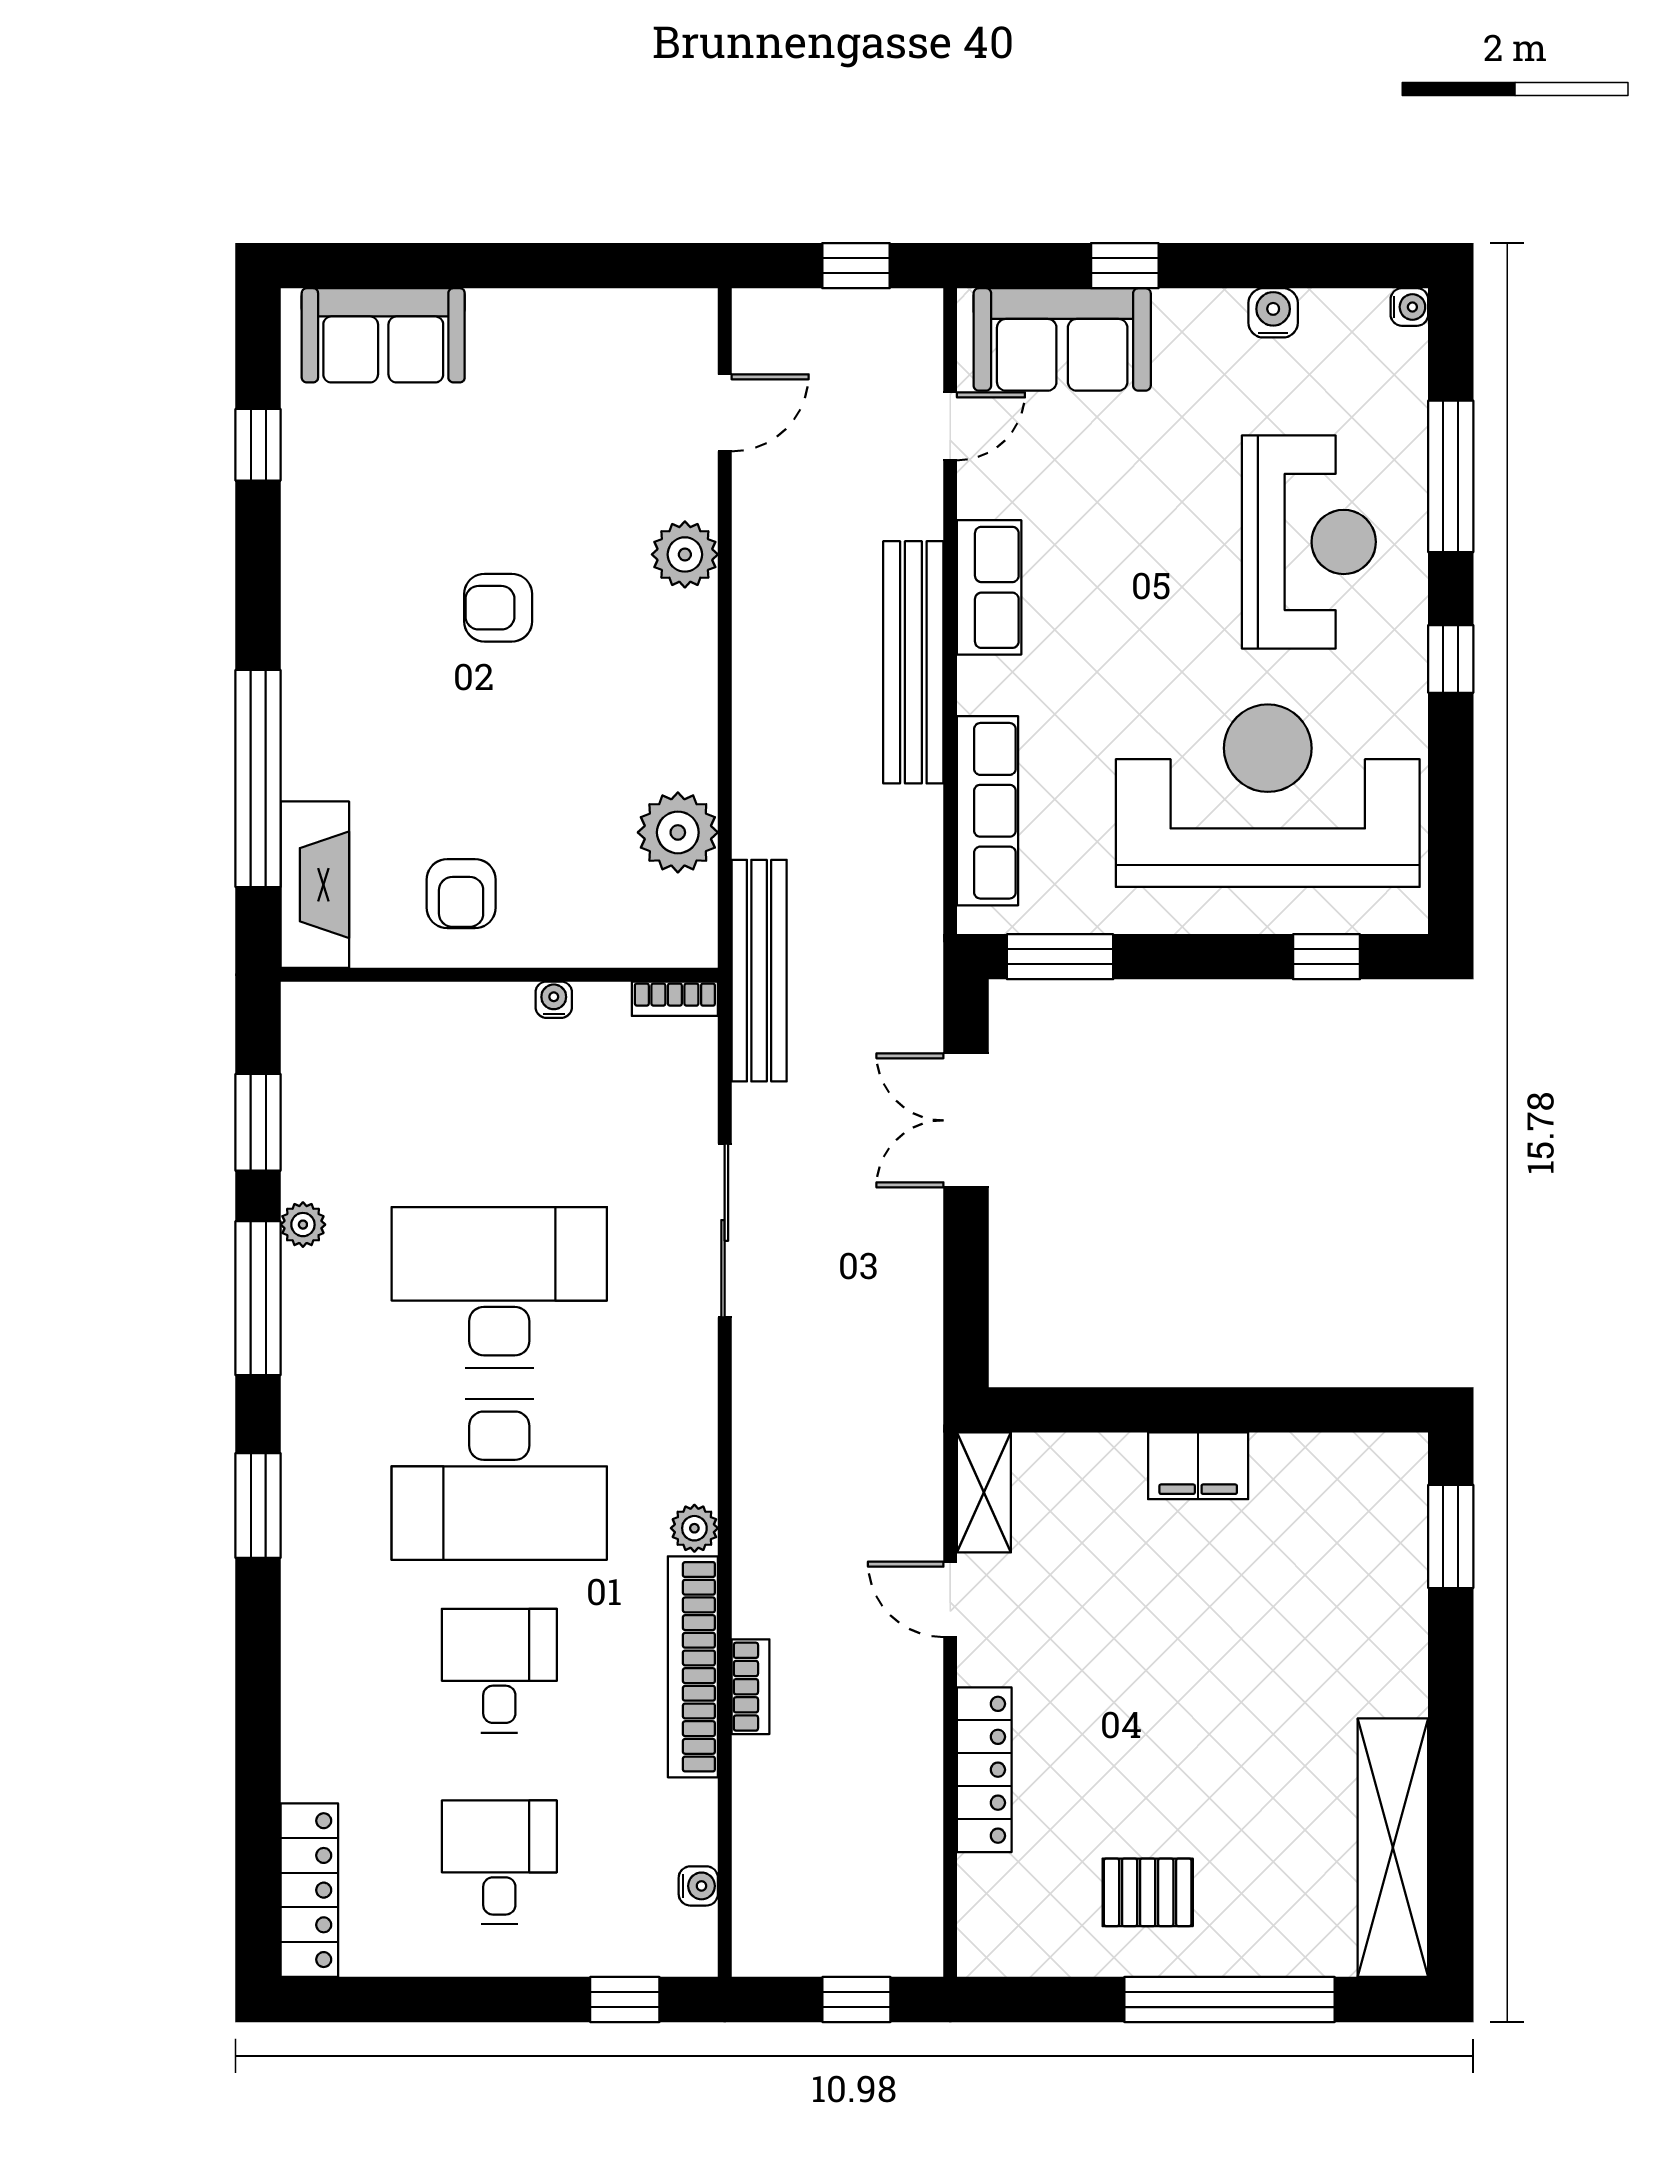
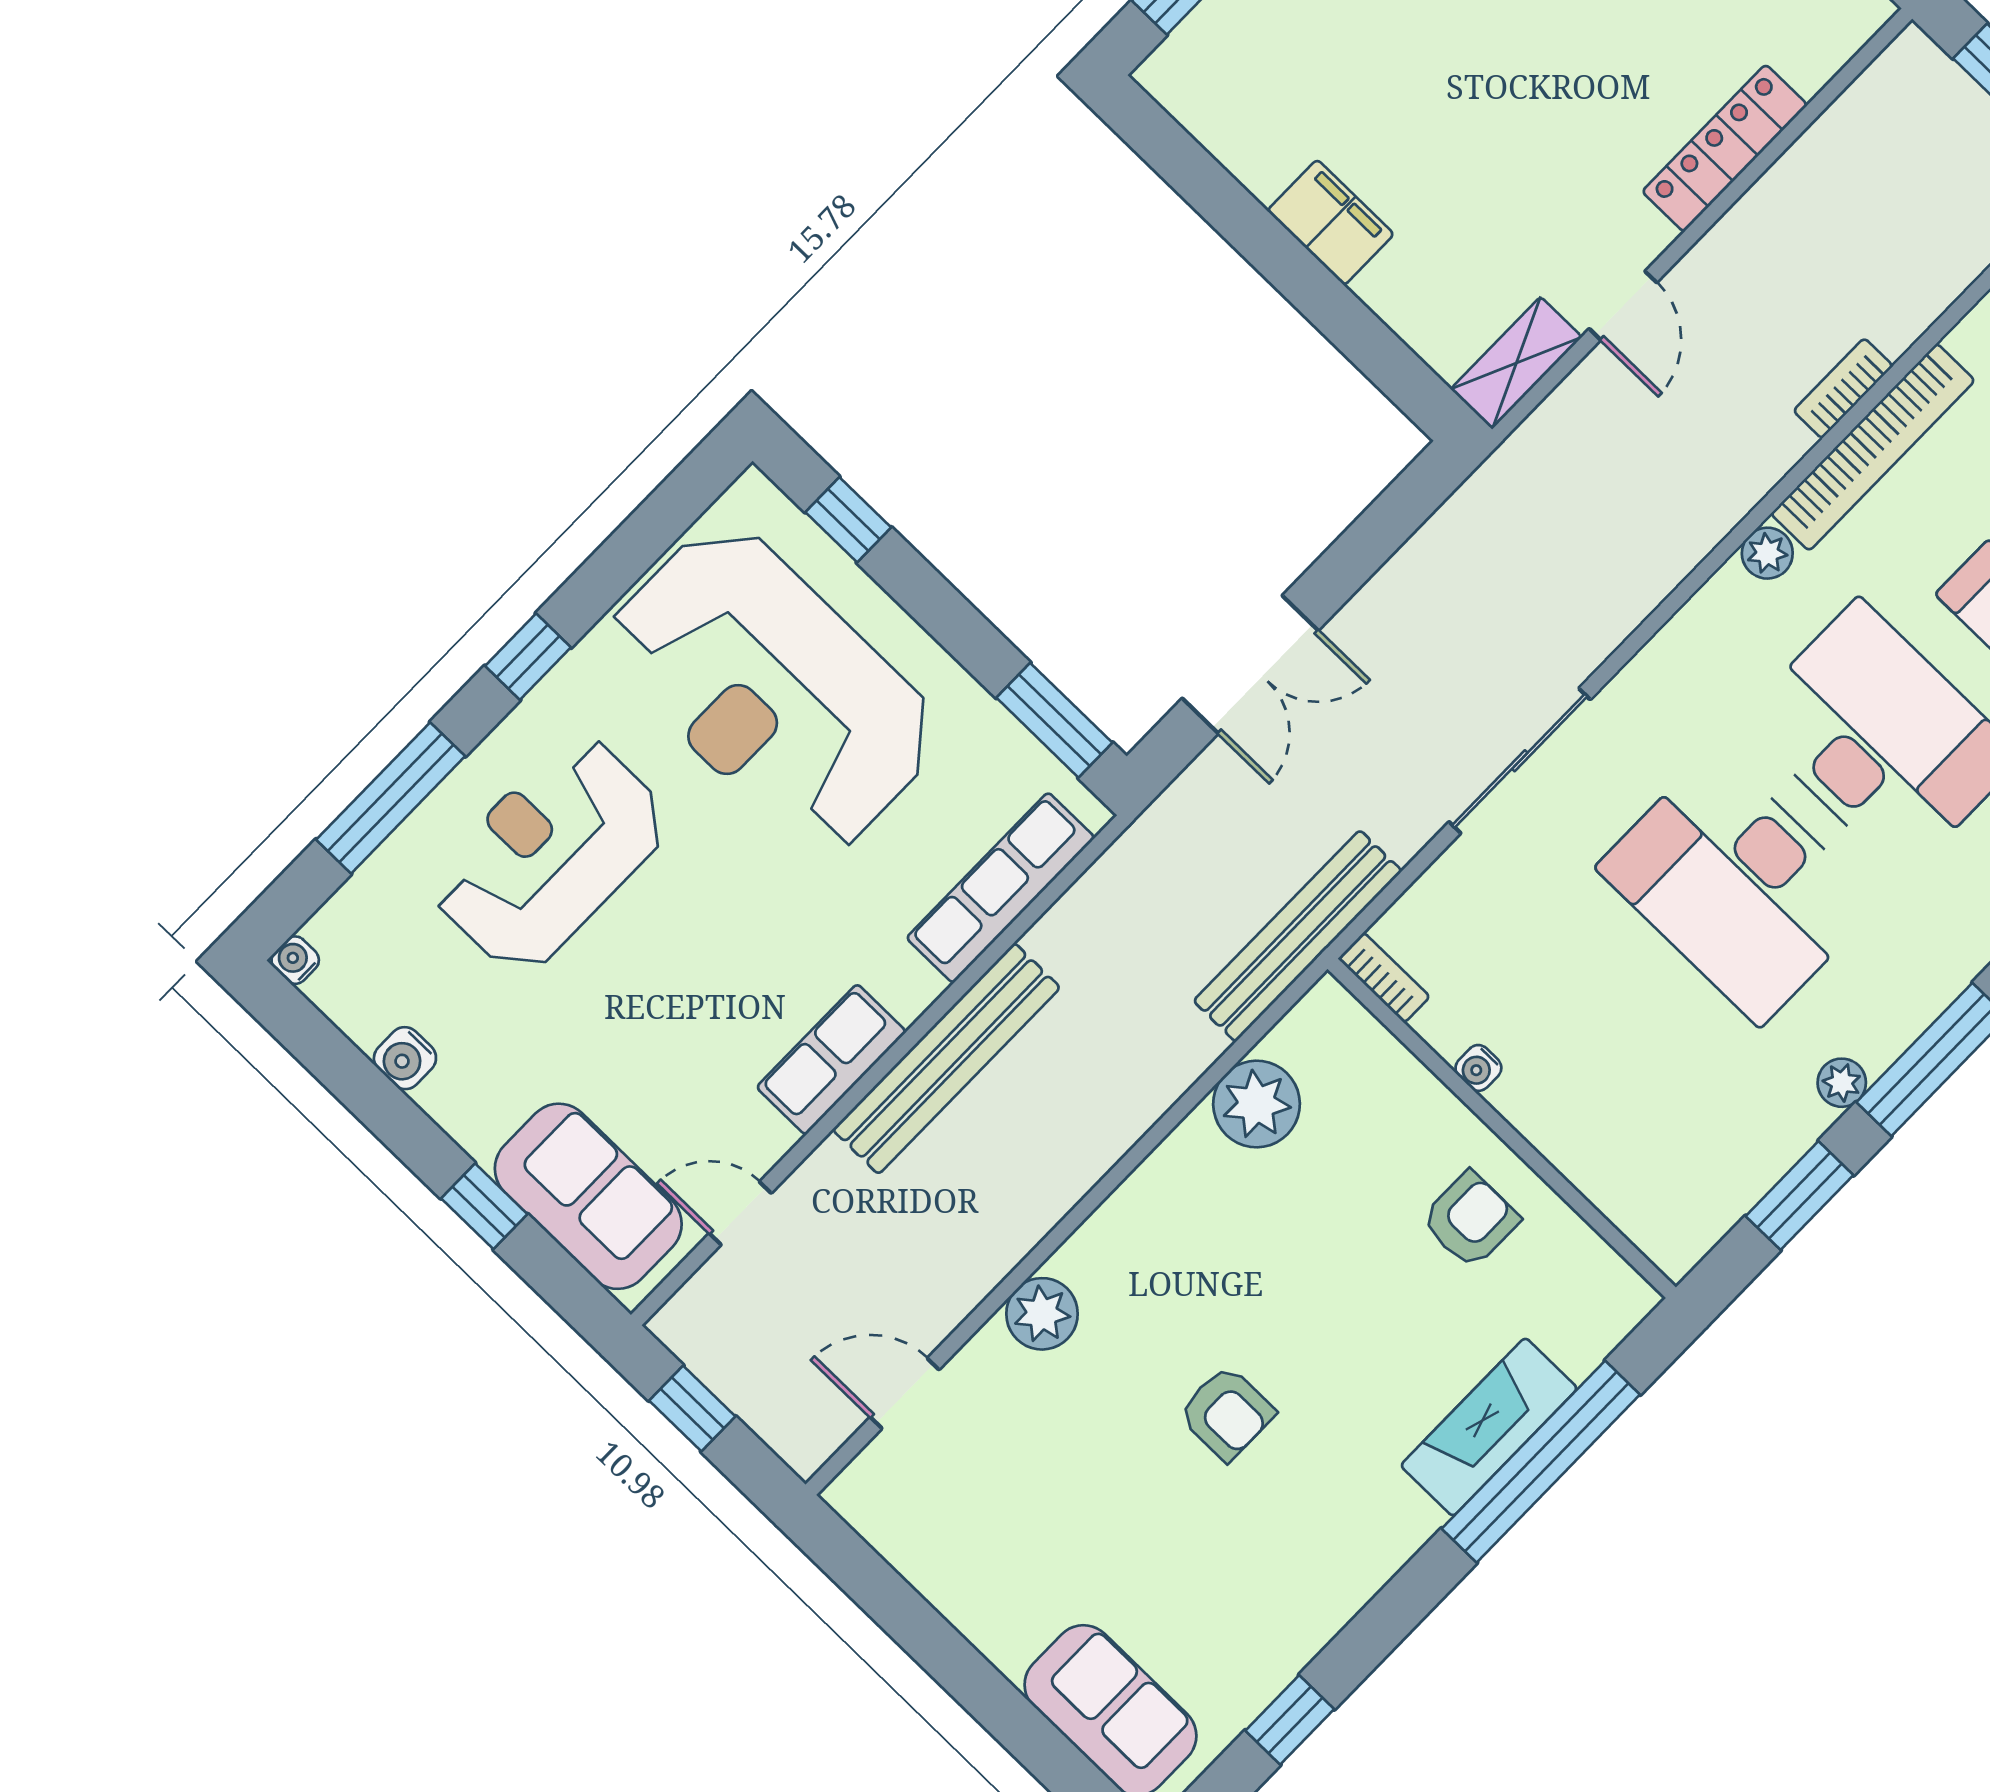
fireplace: (315, 885) -> (1489, 1427), moved

